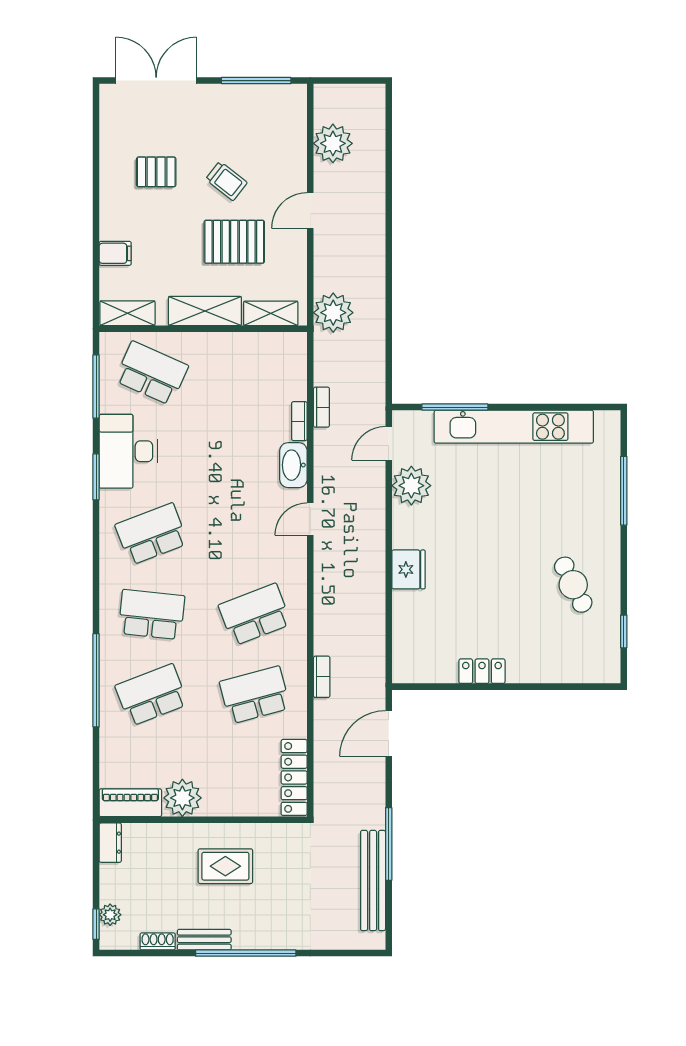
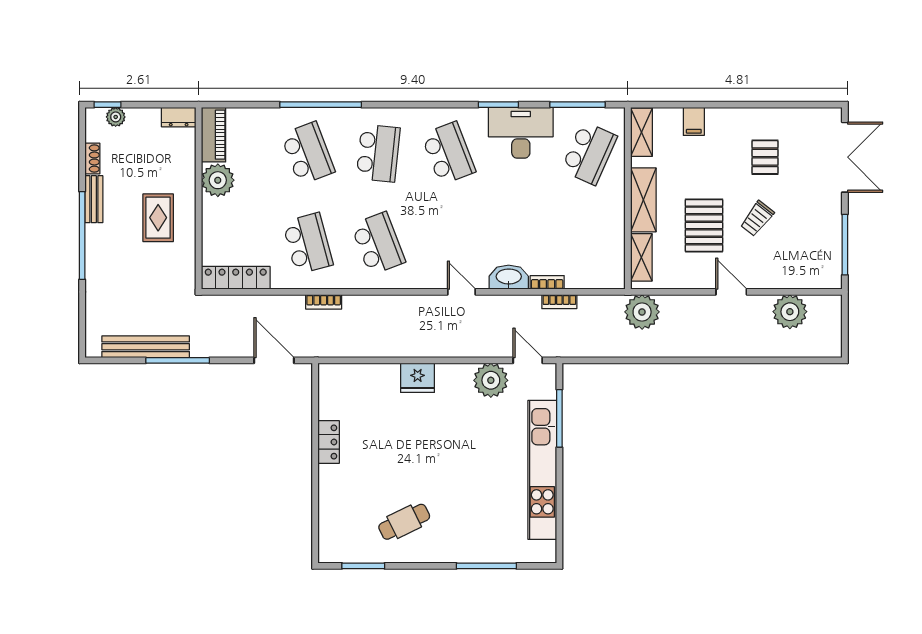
window: (624, 631) -> (363, 566), width x1.50

